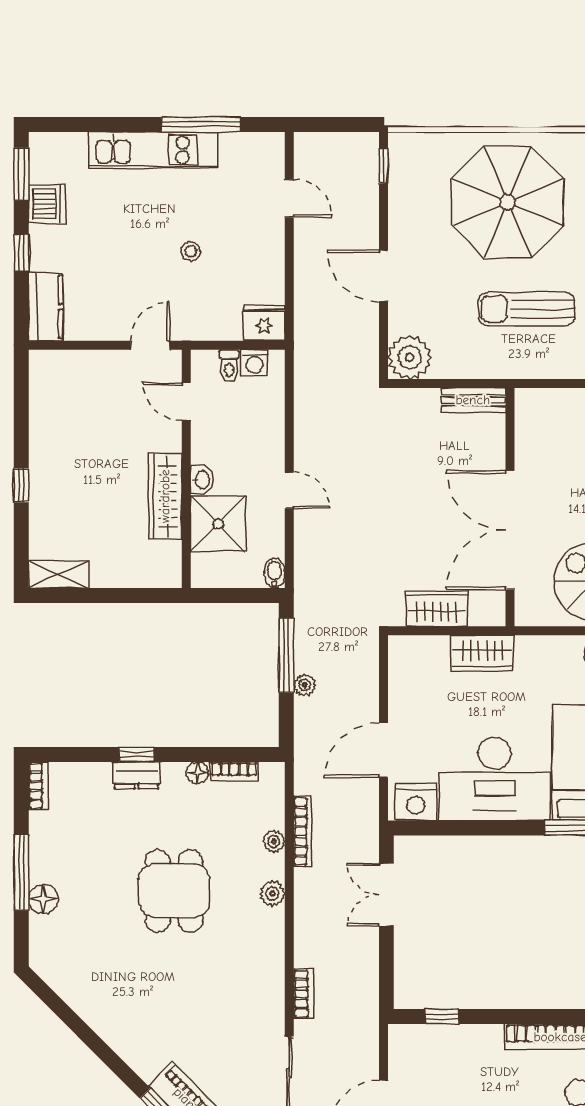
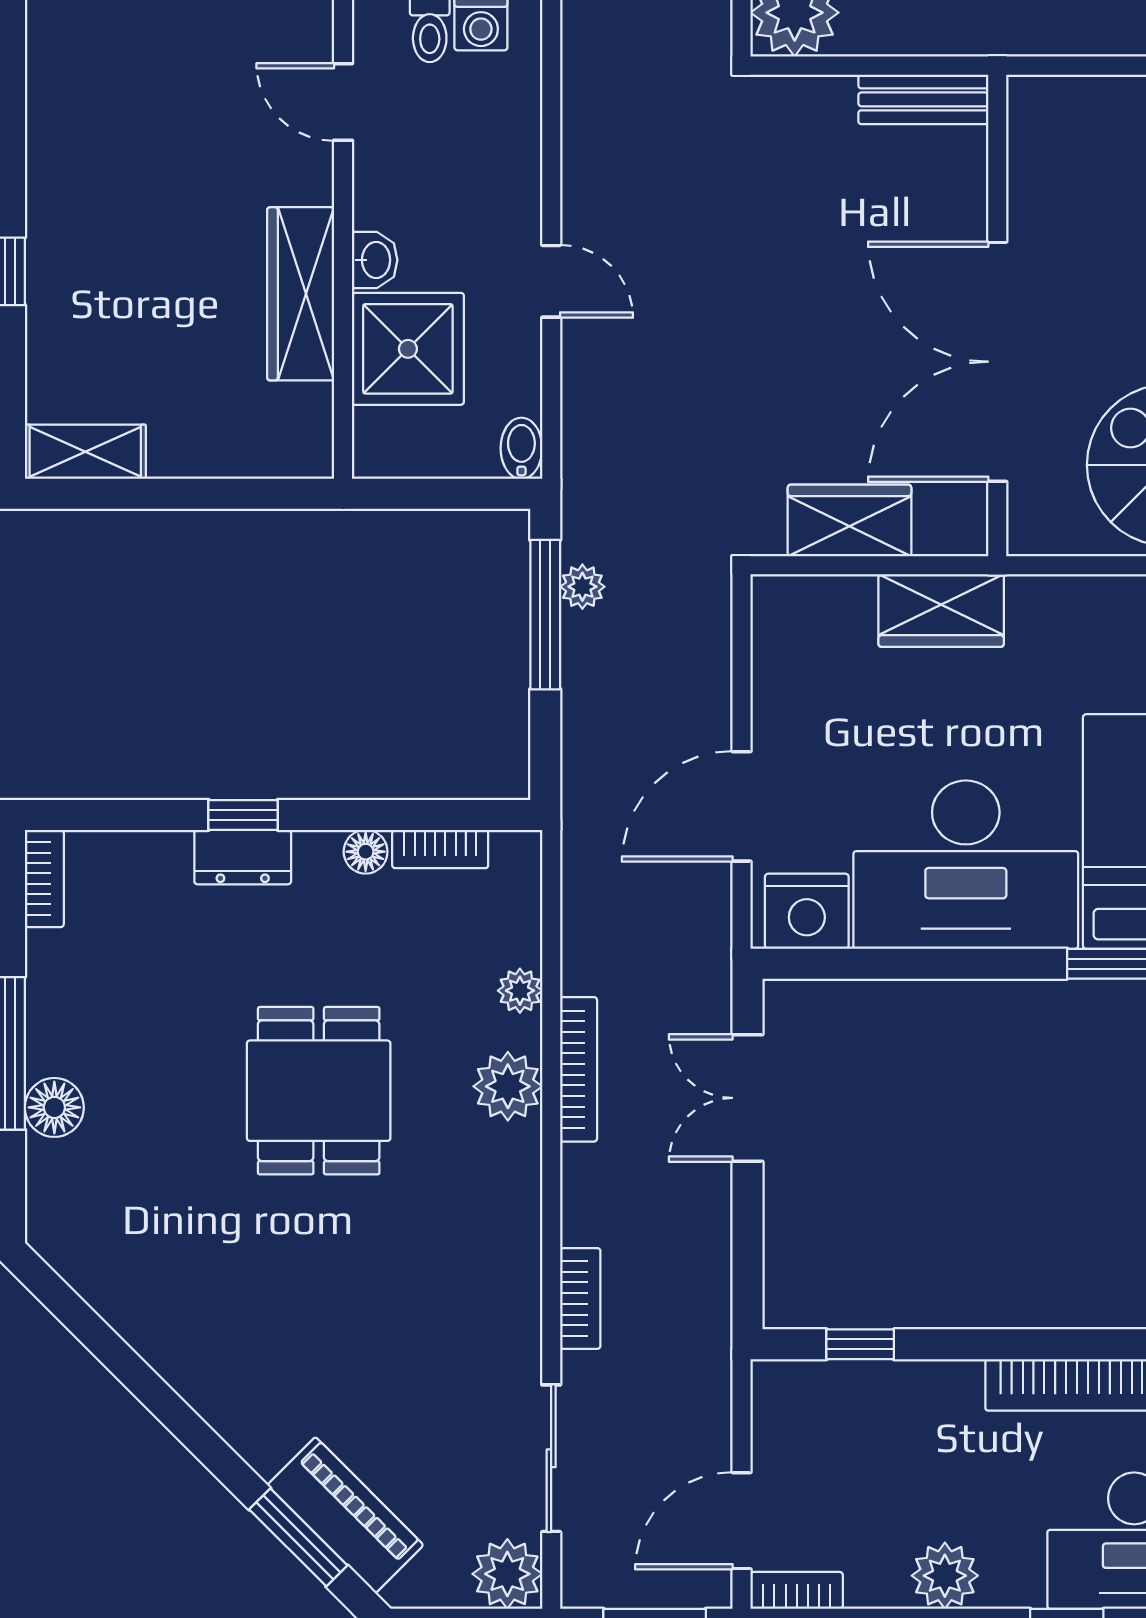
plant: (305, 685) -> (582, 587), moved
bookcase: (303, 831) -> (579, 1069), moved
plant: (272, 893) -> (508, 1086), width x1.38, depth x1.38

